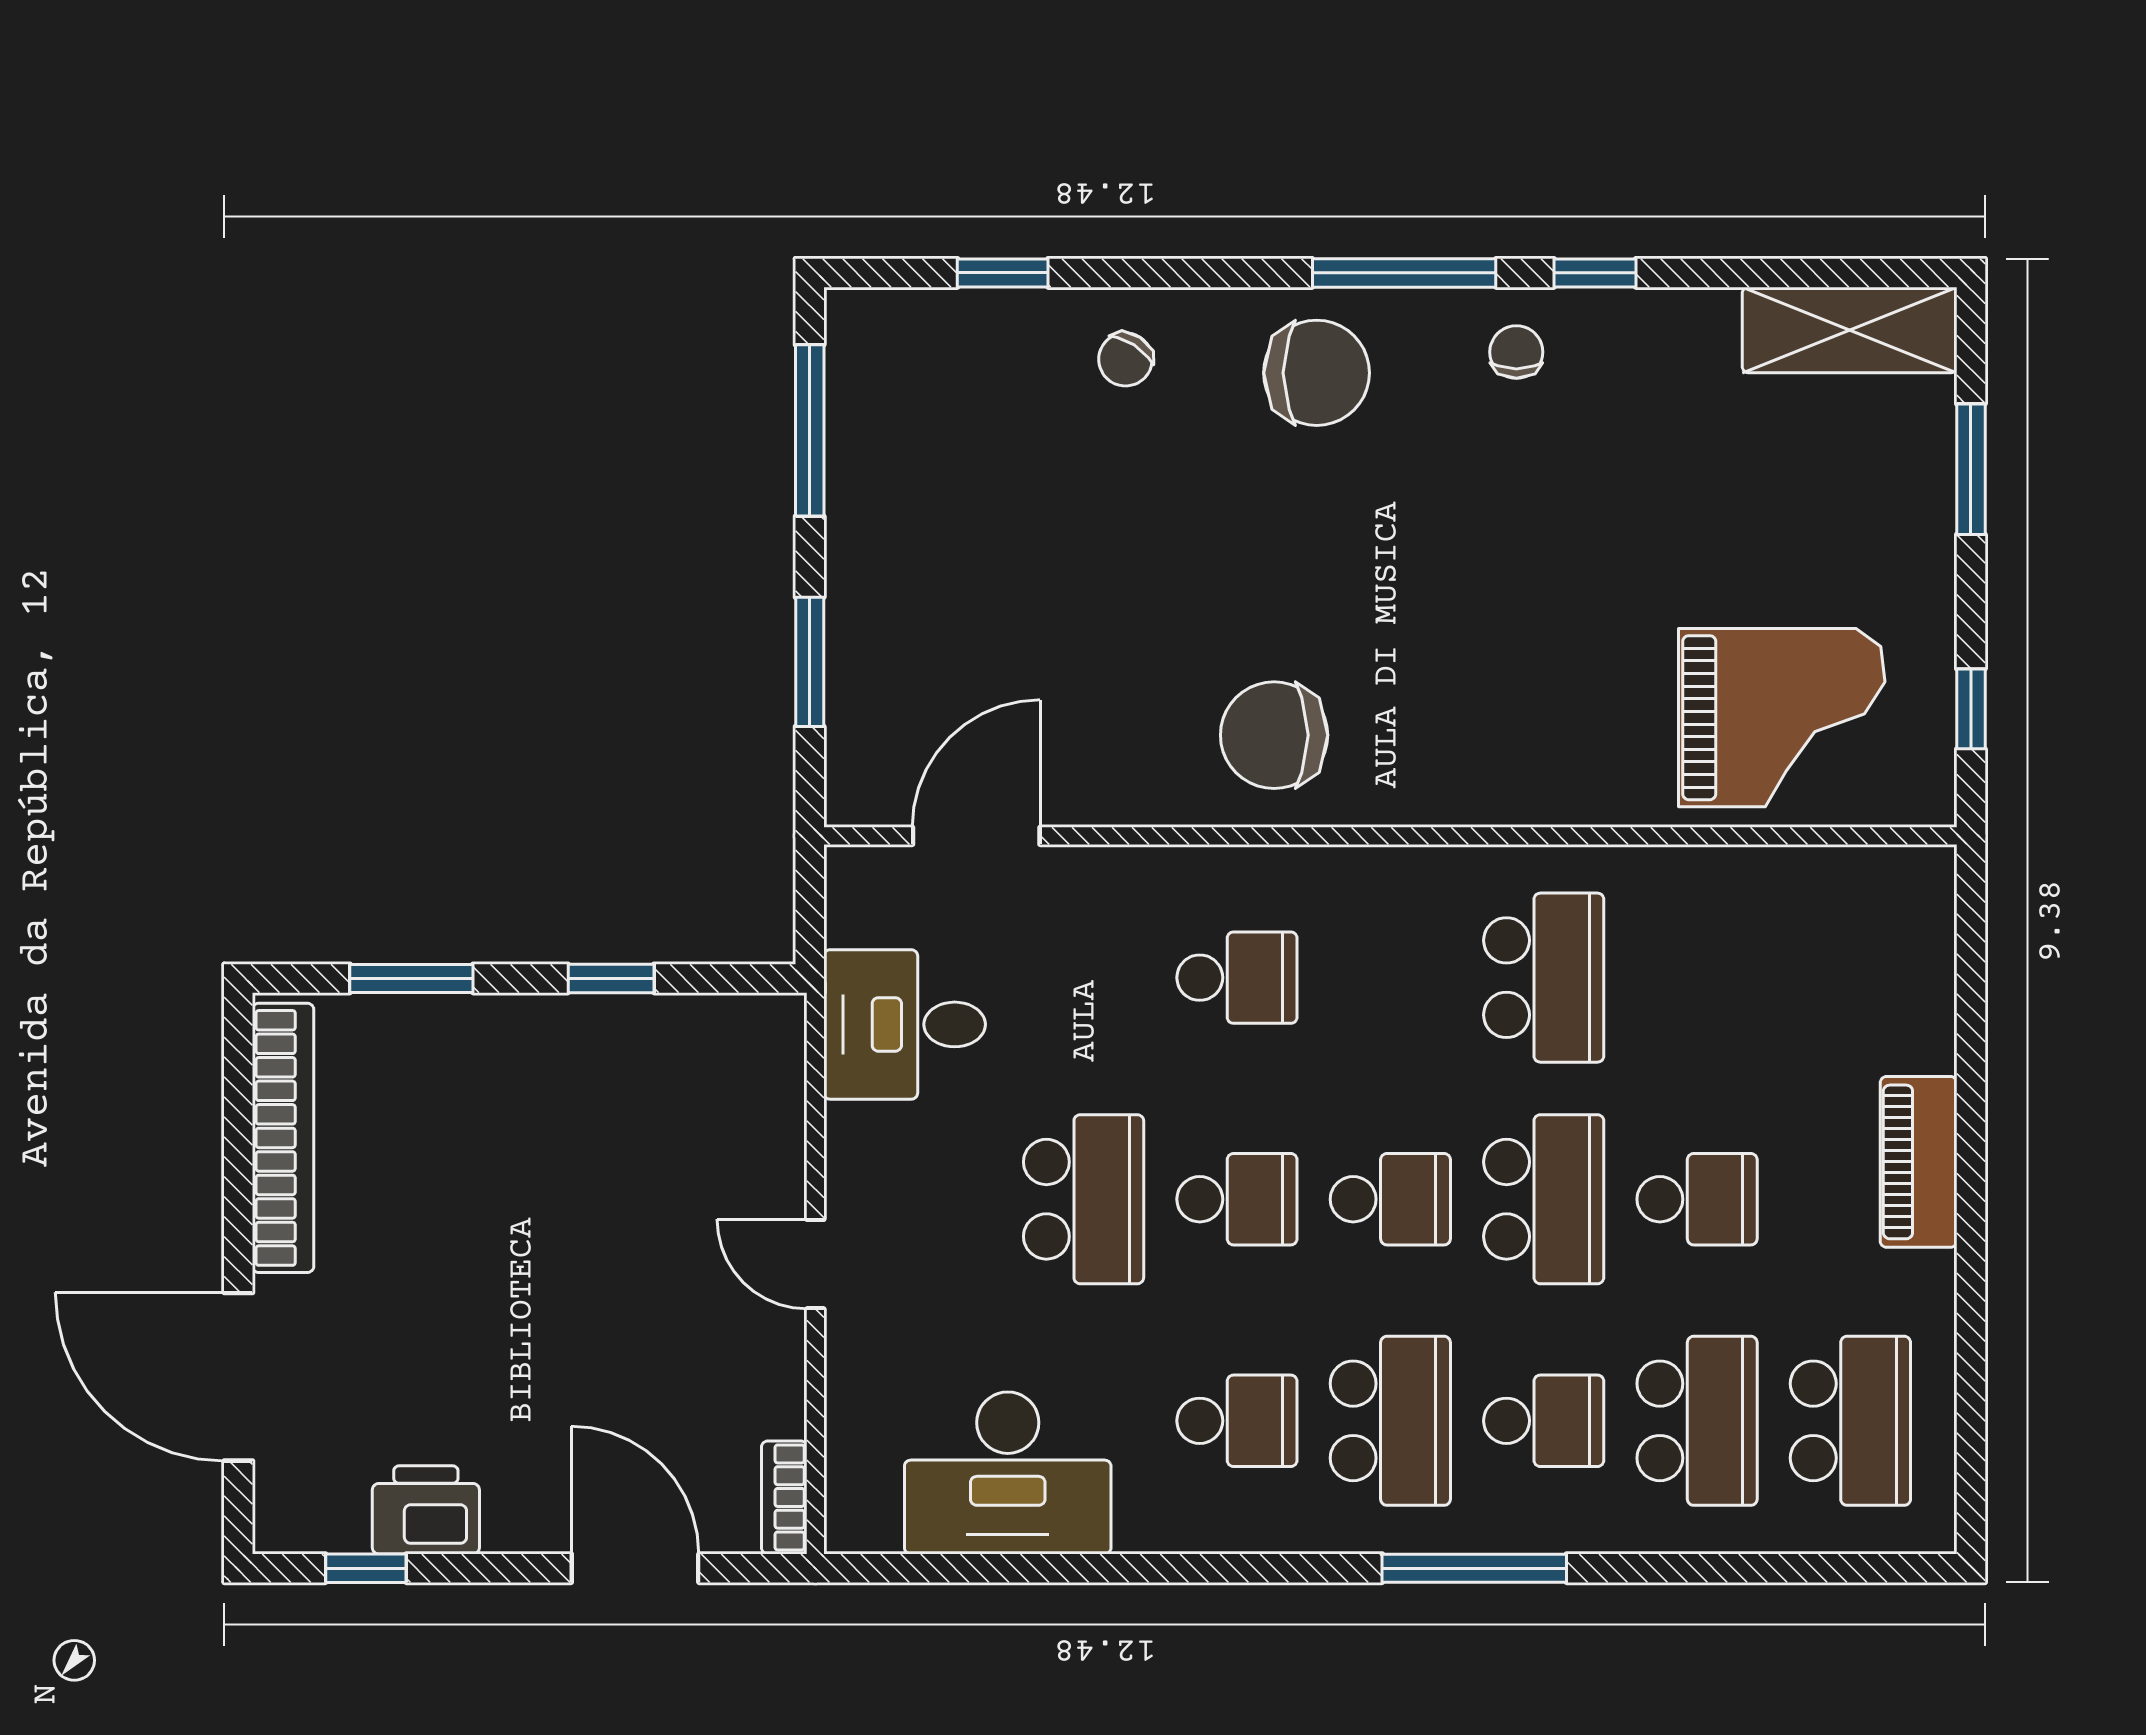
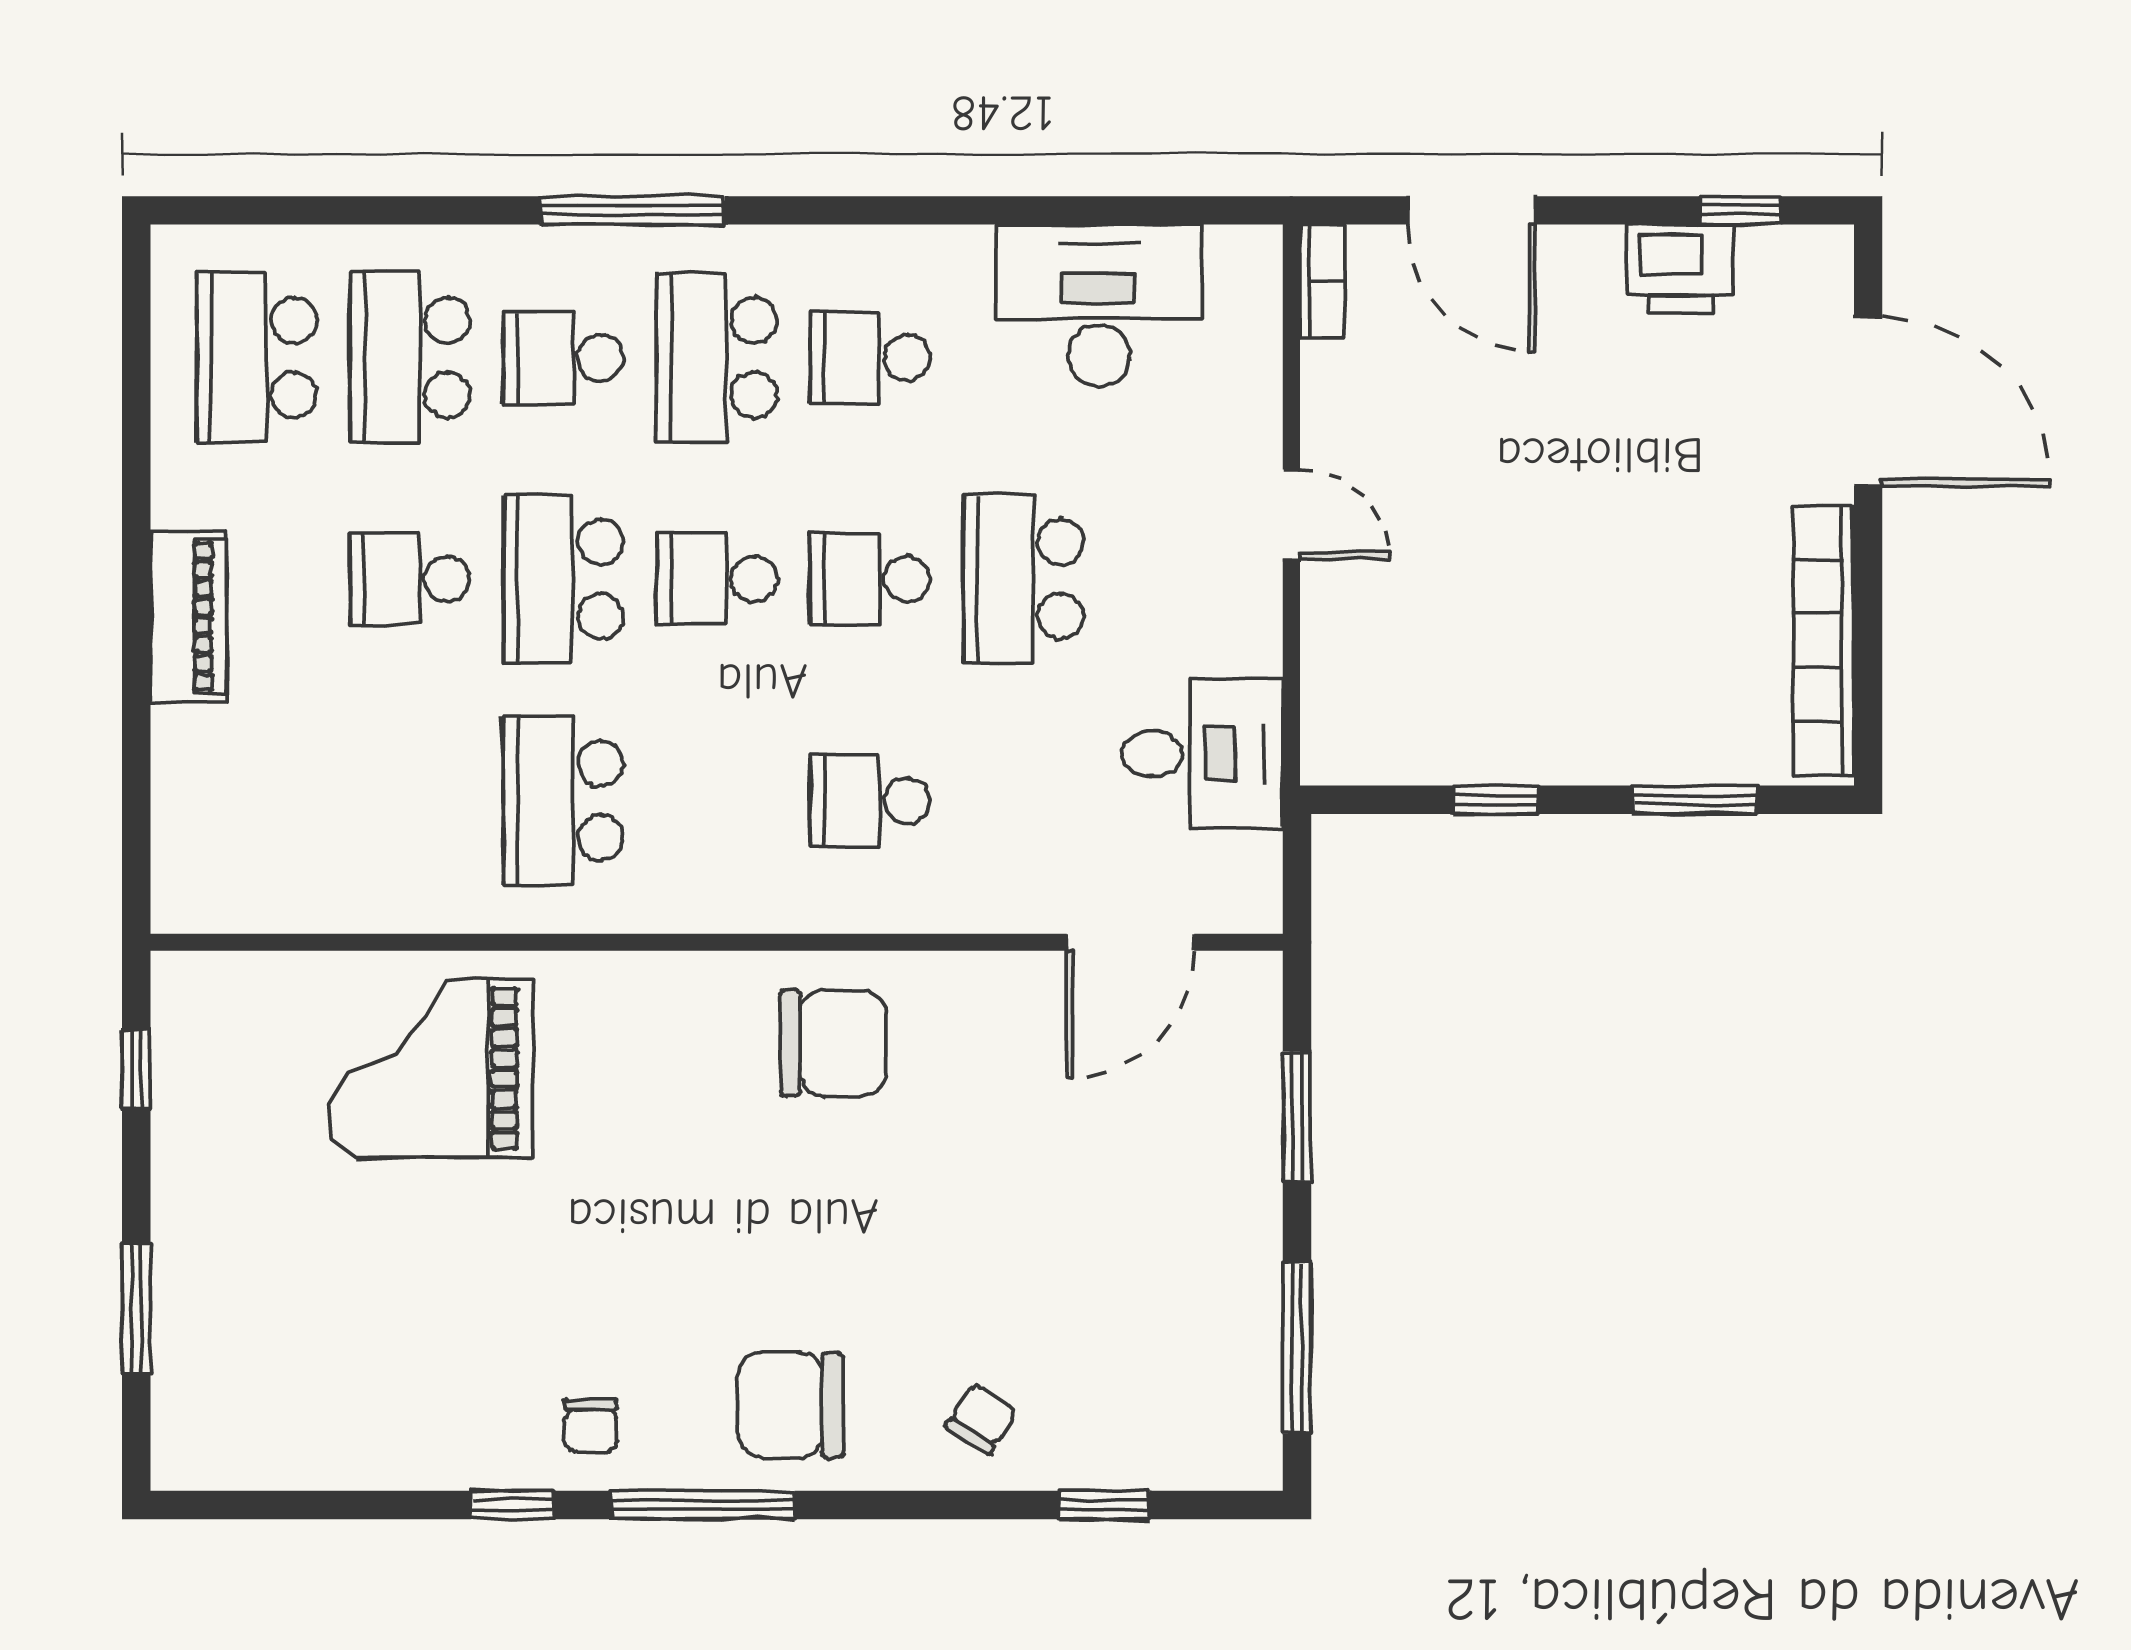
shelving: (1850, 330) -> (258, 1448), removed
grand piano: (1782, 718) -> (430, 1068), moved

